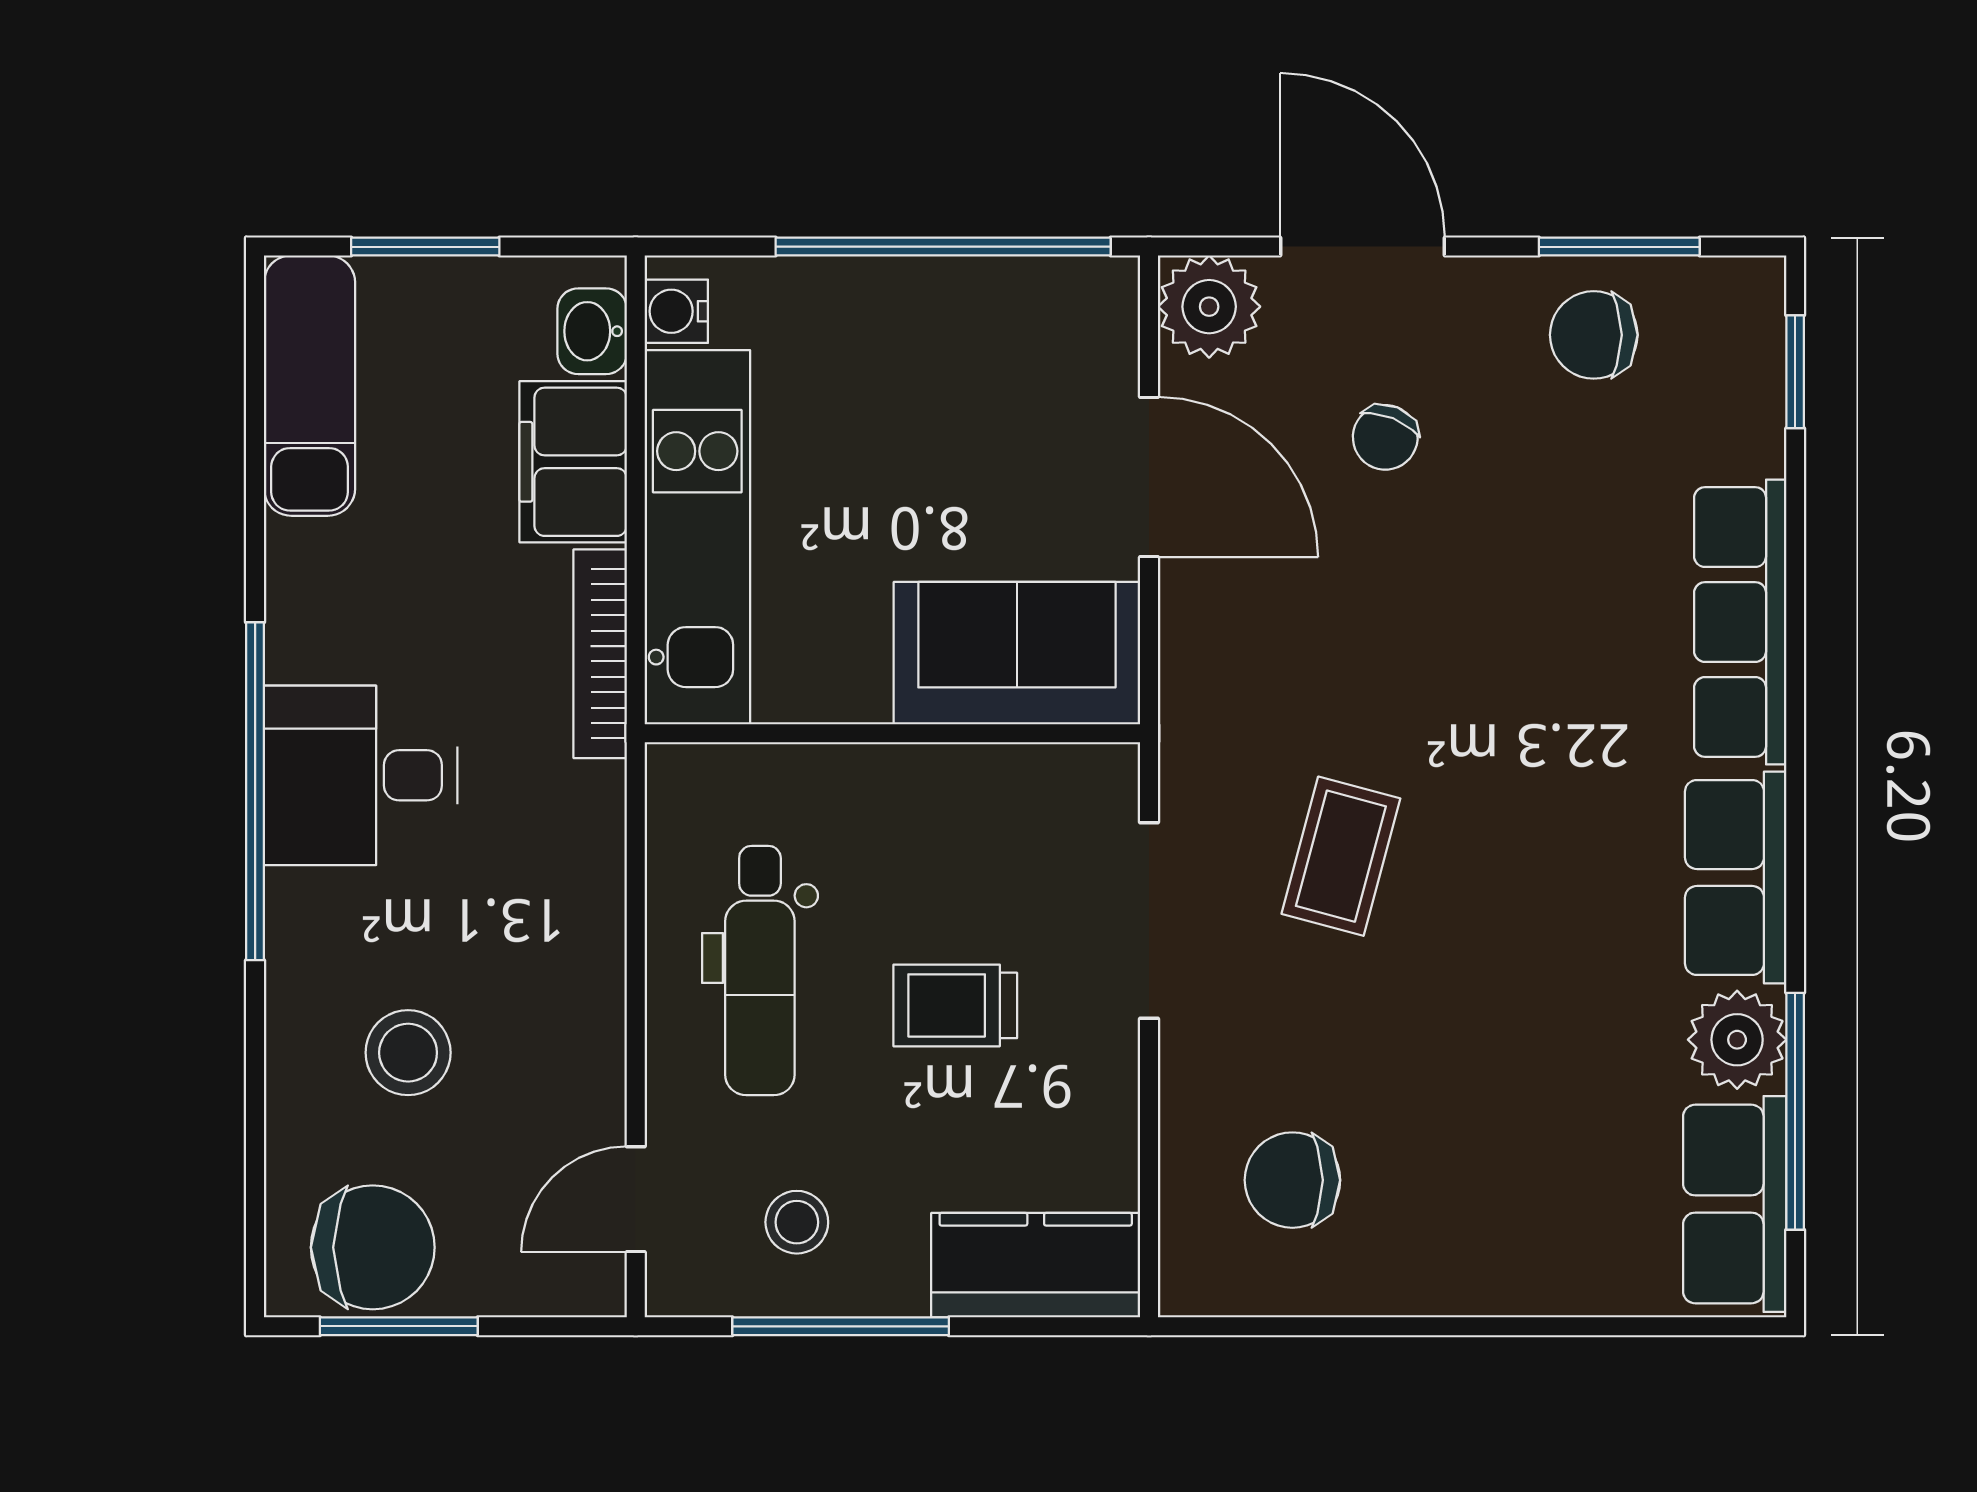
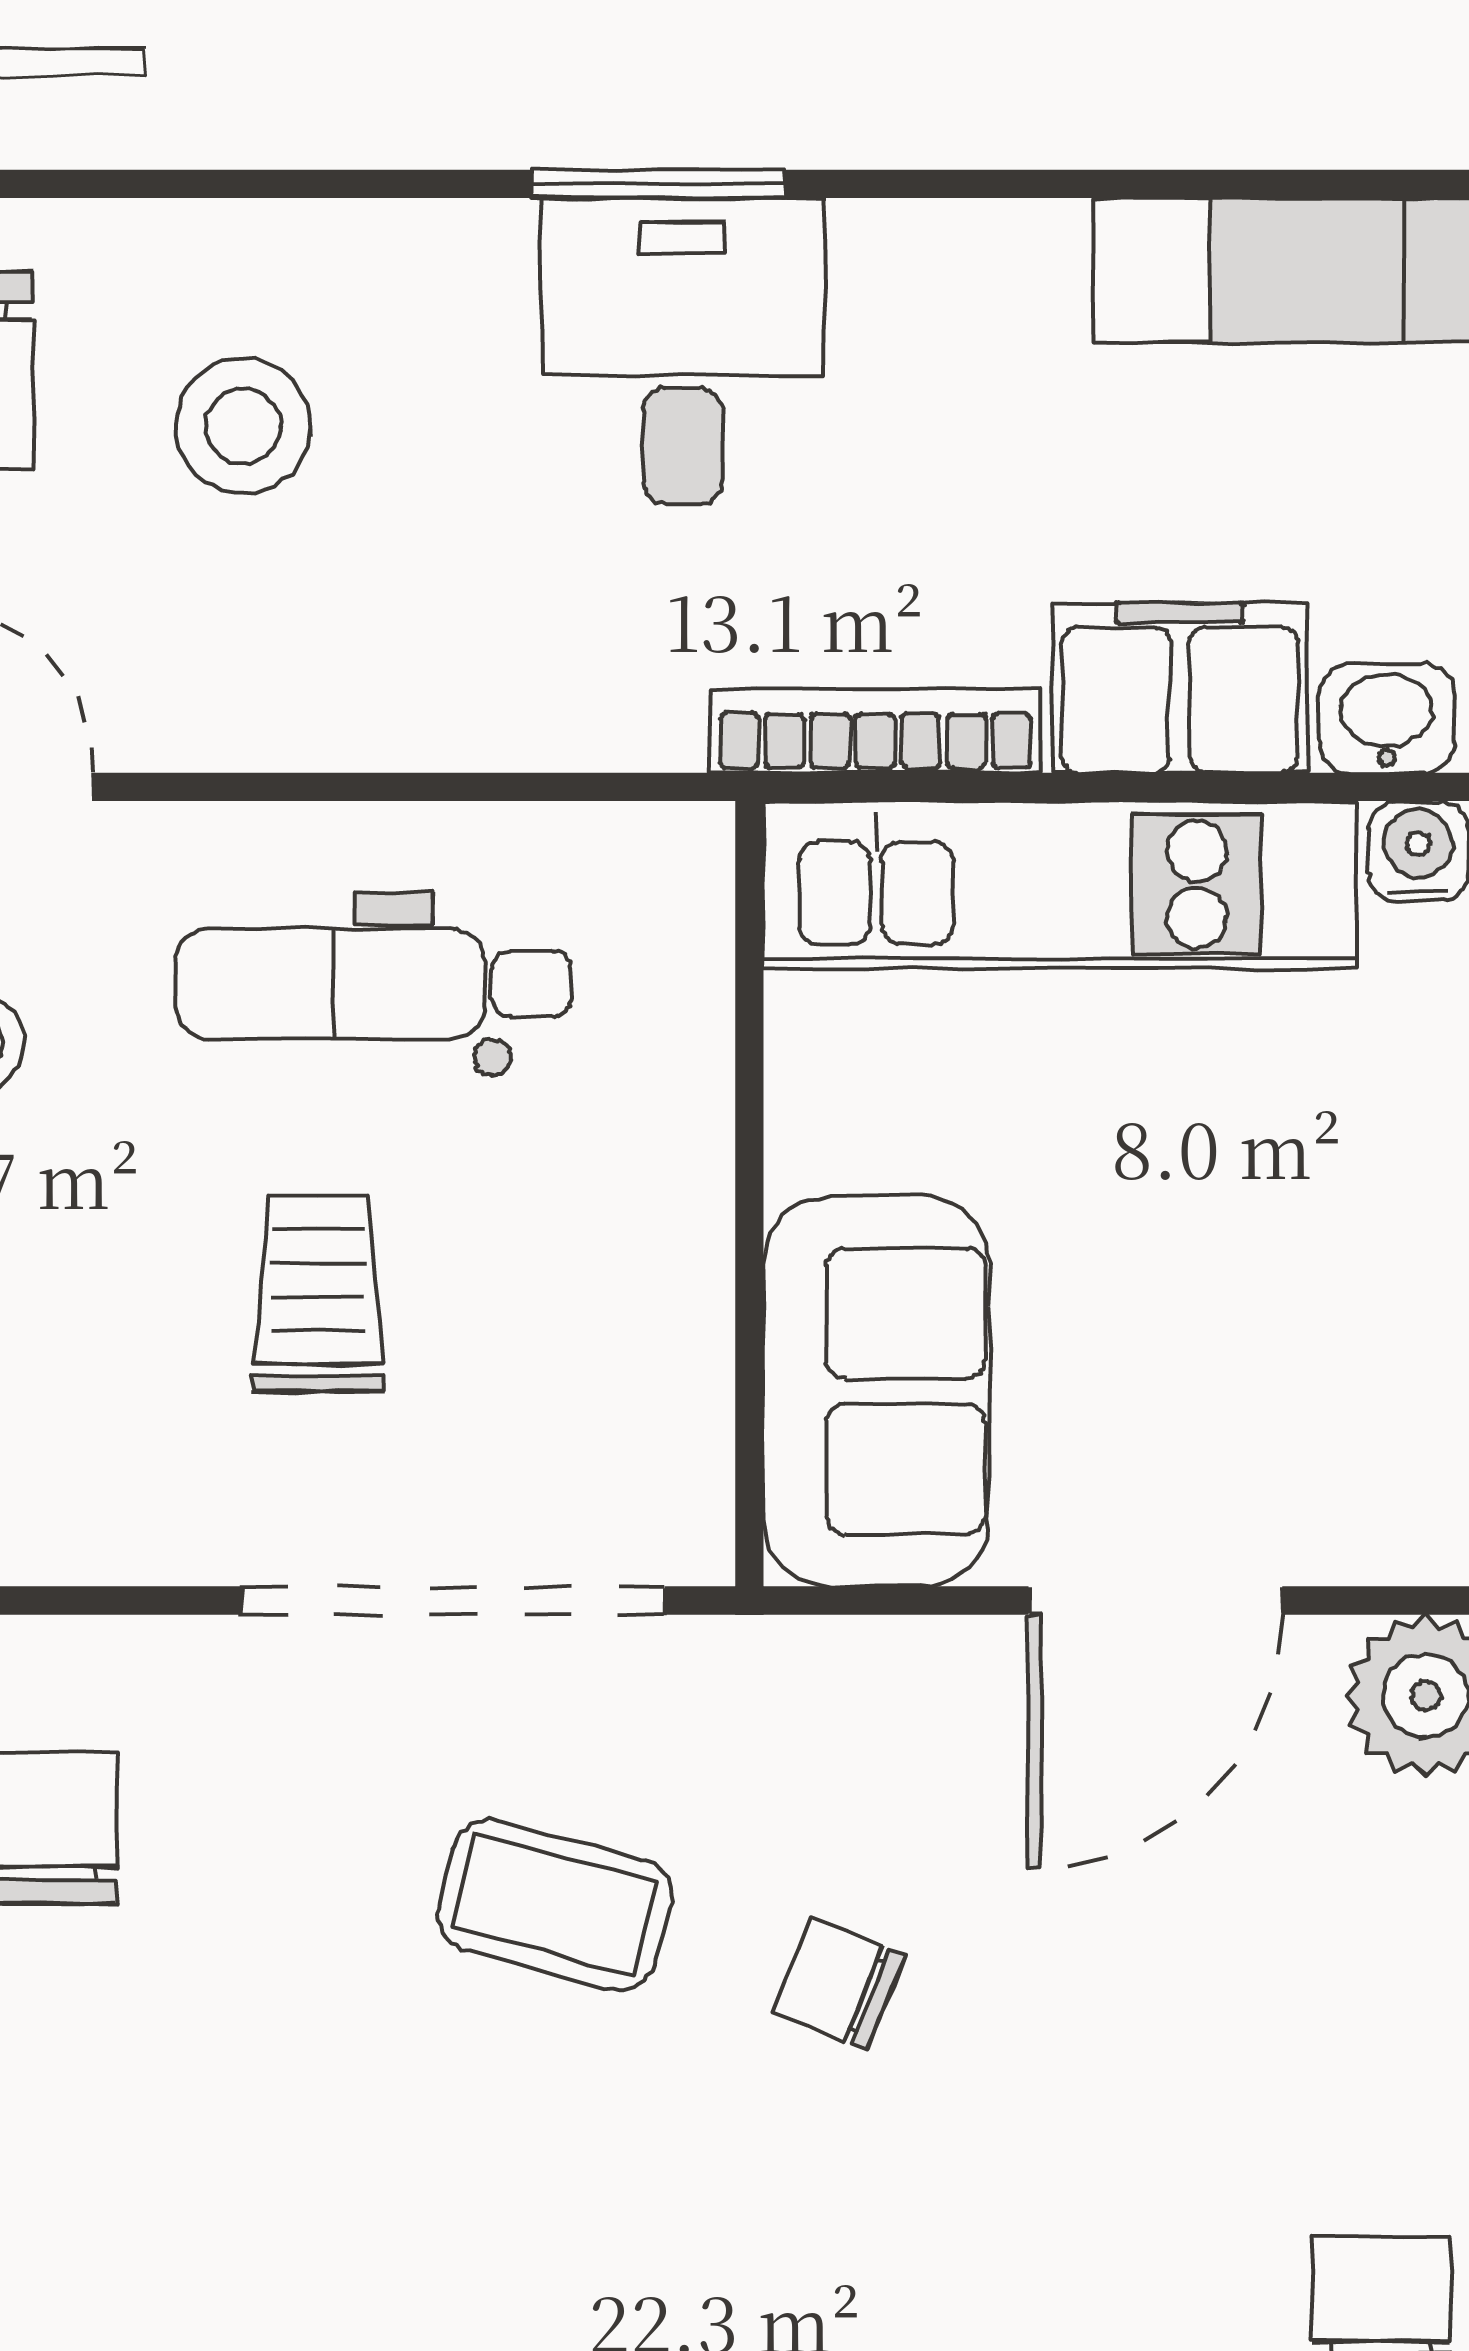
chair: (1385, 437) -> (839, 1983), moved
window: (255, 791) -> (658, 184), width x0.47
doorway: (1149, 920) -> (453, 1600), width x1.36

